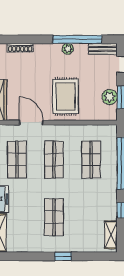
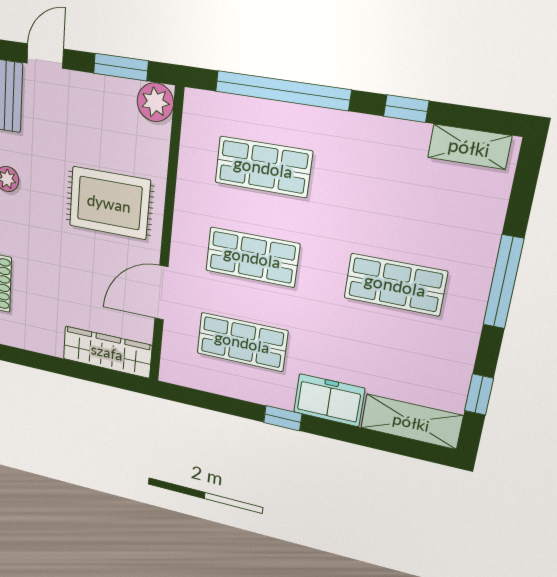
plant: (110, 97) -> (155, 102), moved
window: (16, 256) -> (479, 395), added
window: (63, 256) -> (503, 282), width x2.17

